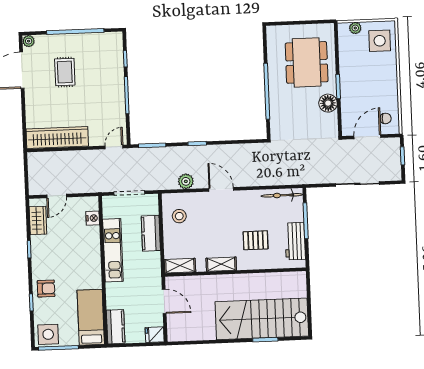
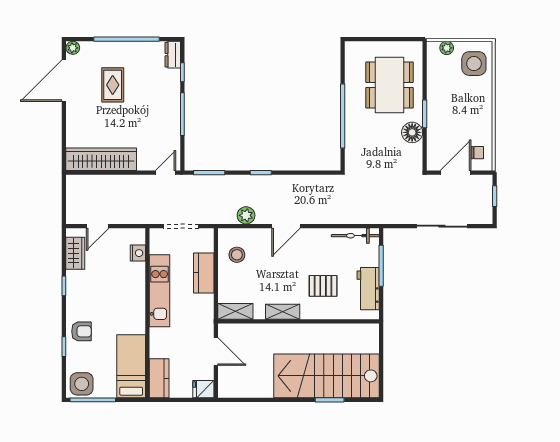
dresser: (116, 44) -> (173, 55), added
door: (221, 189) -> (286, 226), swing flipped

